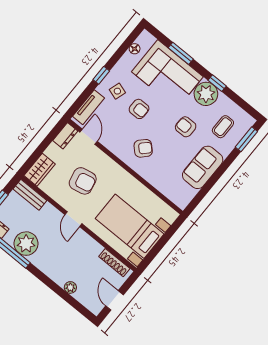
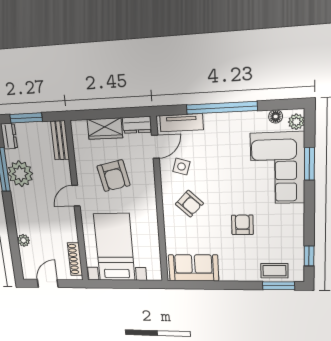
window: (101, 75) -> (222, 108), width x3.17
window: (217, 83) -> (309, 256), moved
side table: (117, 91) -> (181, 167), moved
plant: (206, 94) -> (296, 122), moved, width x0.53, depth x0.53
armchair: (139, 109) -> (221, 170), removed
coffee table: (223, 127) -> (274, 271), moved
sofa: (203, 167) -> (194, 268), moved
wardrobe: (40, 170) -> (105, 129), moved

